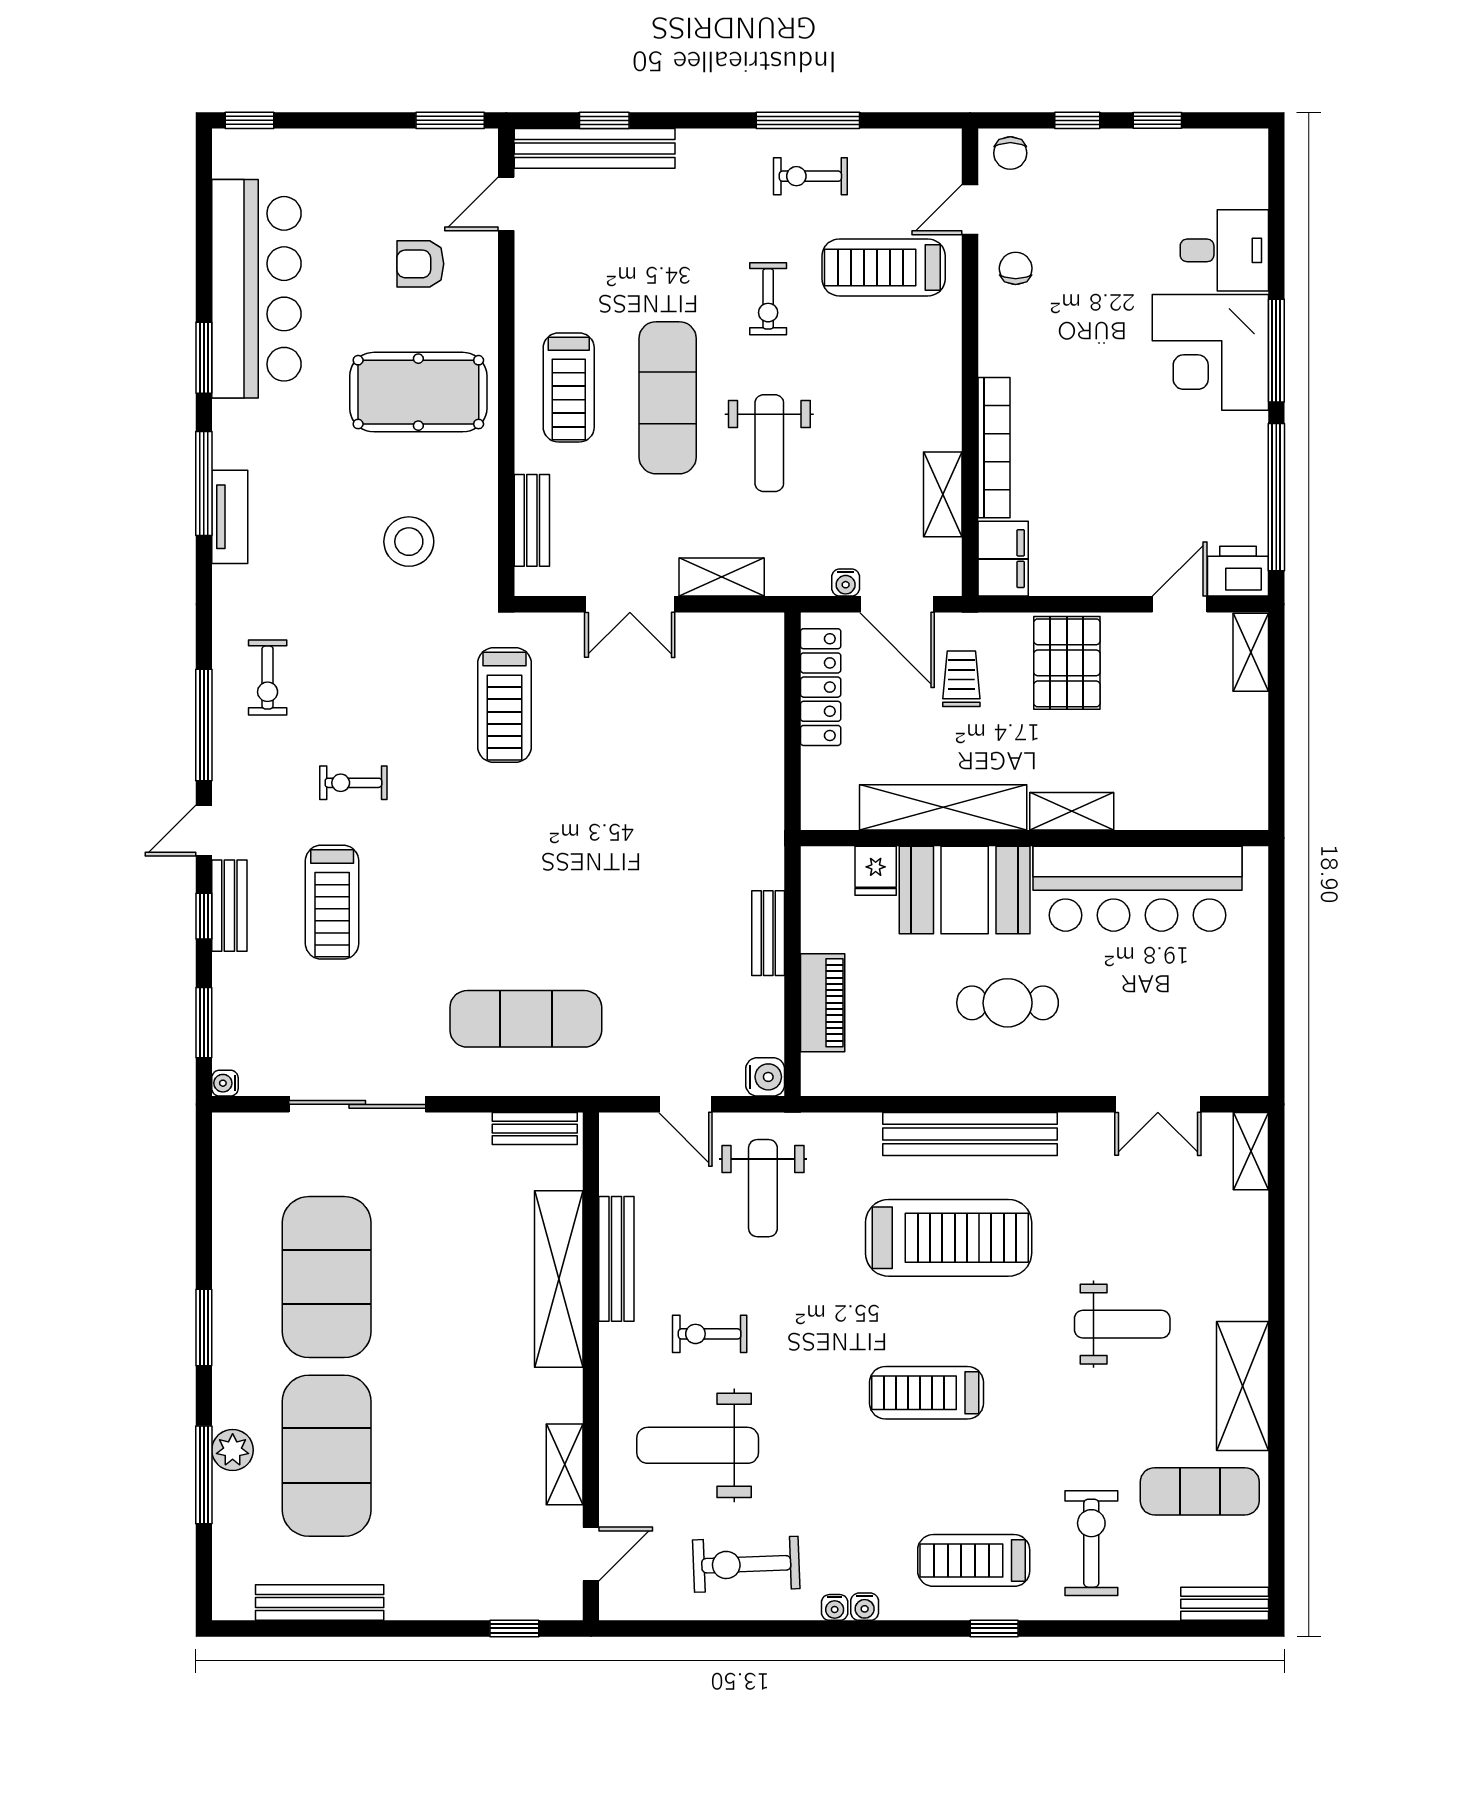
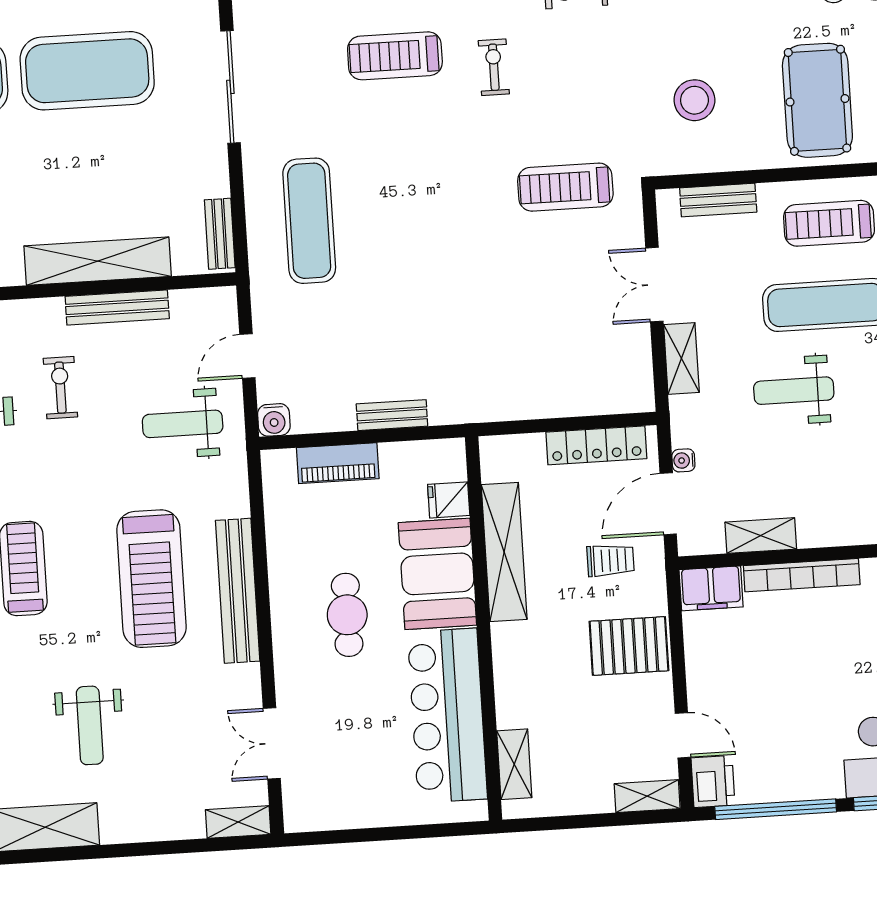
shelving: (1072, 811) -> (514, 764), moved

